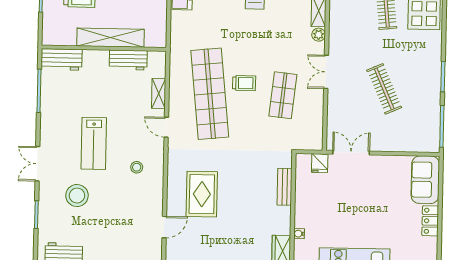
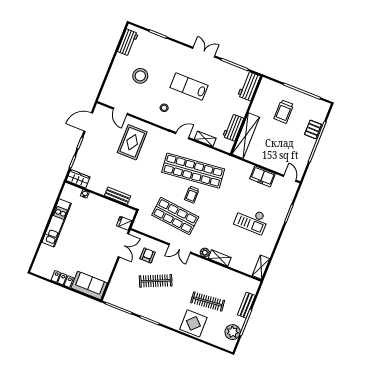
shelving: (110, 38) -> (246, 136), moved
double door: (326, 72) -> (180, 248), swing flipped
shop shelf: (283, 95) -> (175, 216), width x1.43, depth x1.36
armchair: (353, 113) -> (148, 255), added
double door: (37, 164) -> (204, 52), moved
rug: (202, 194) -> (132, 142), turned 90
stool: (77, 196) -> (140, 76), moved

